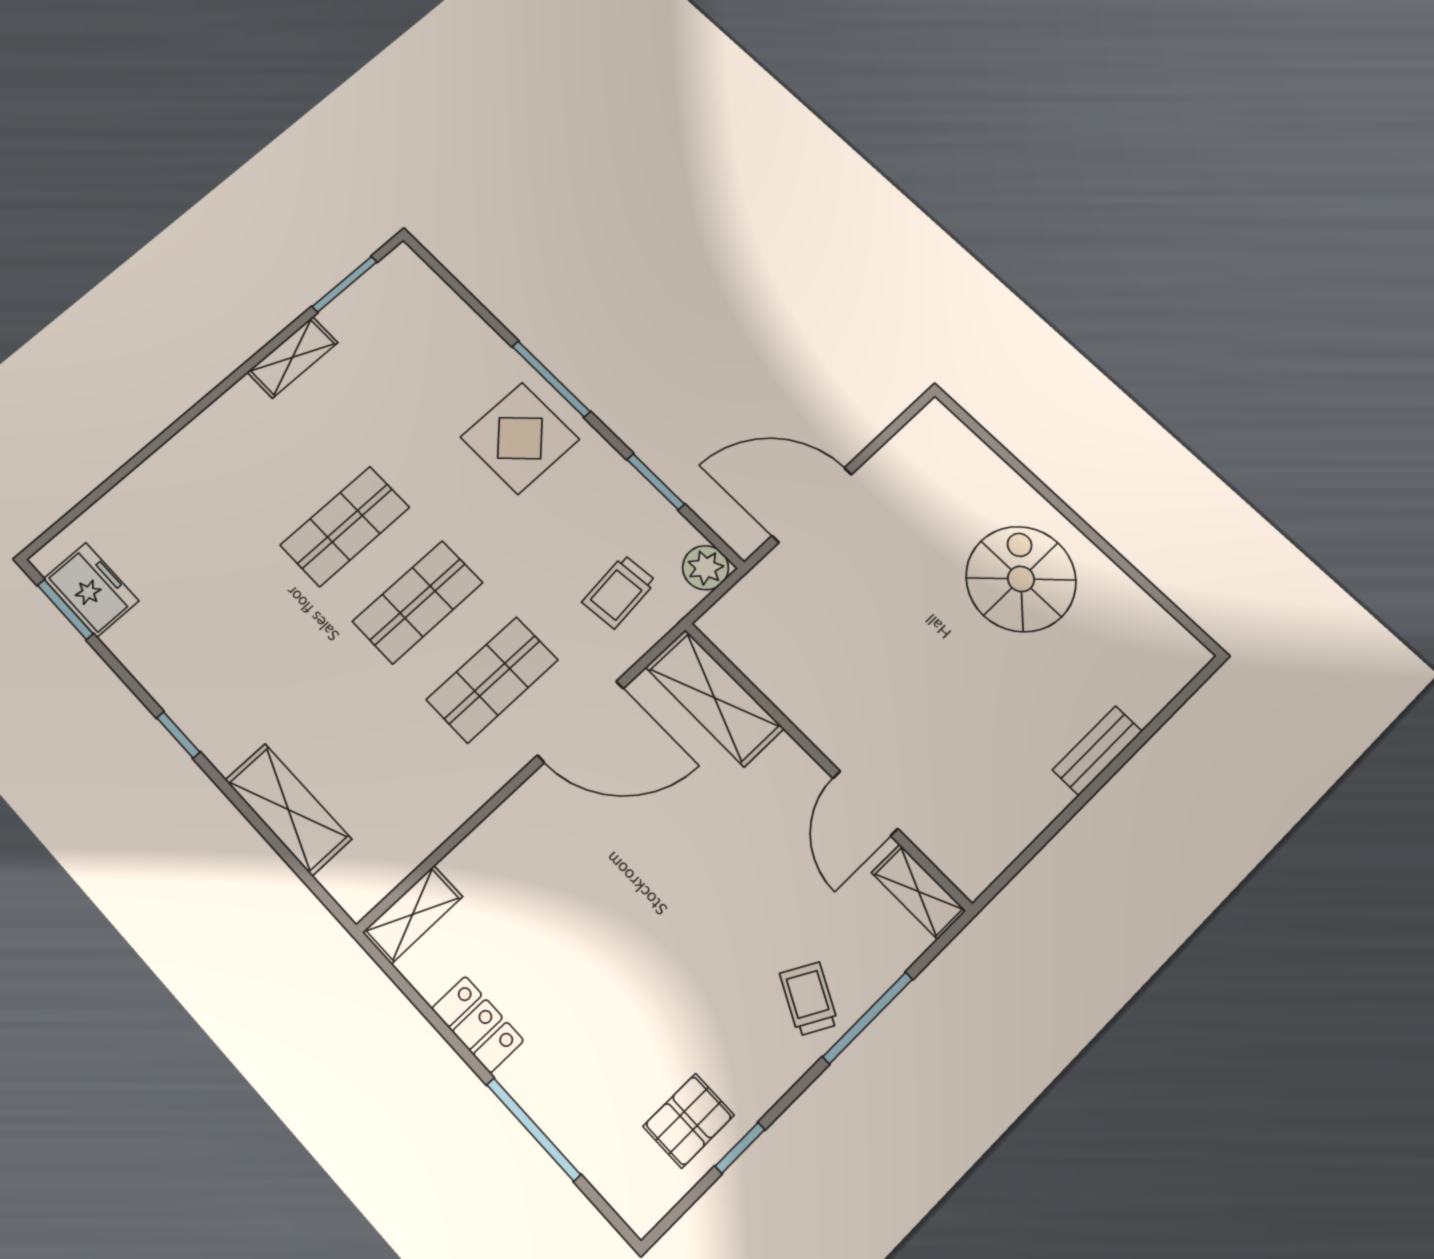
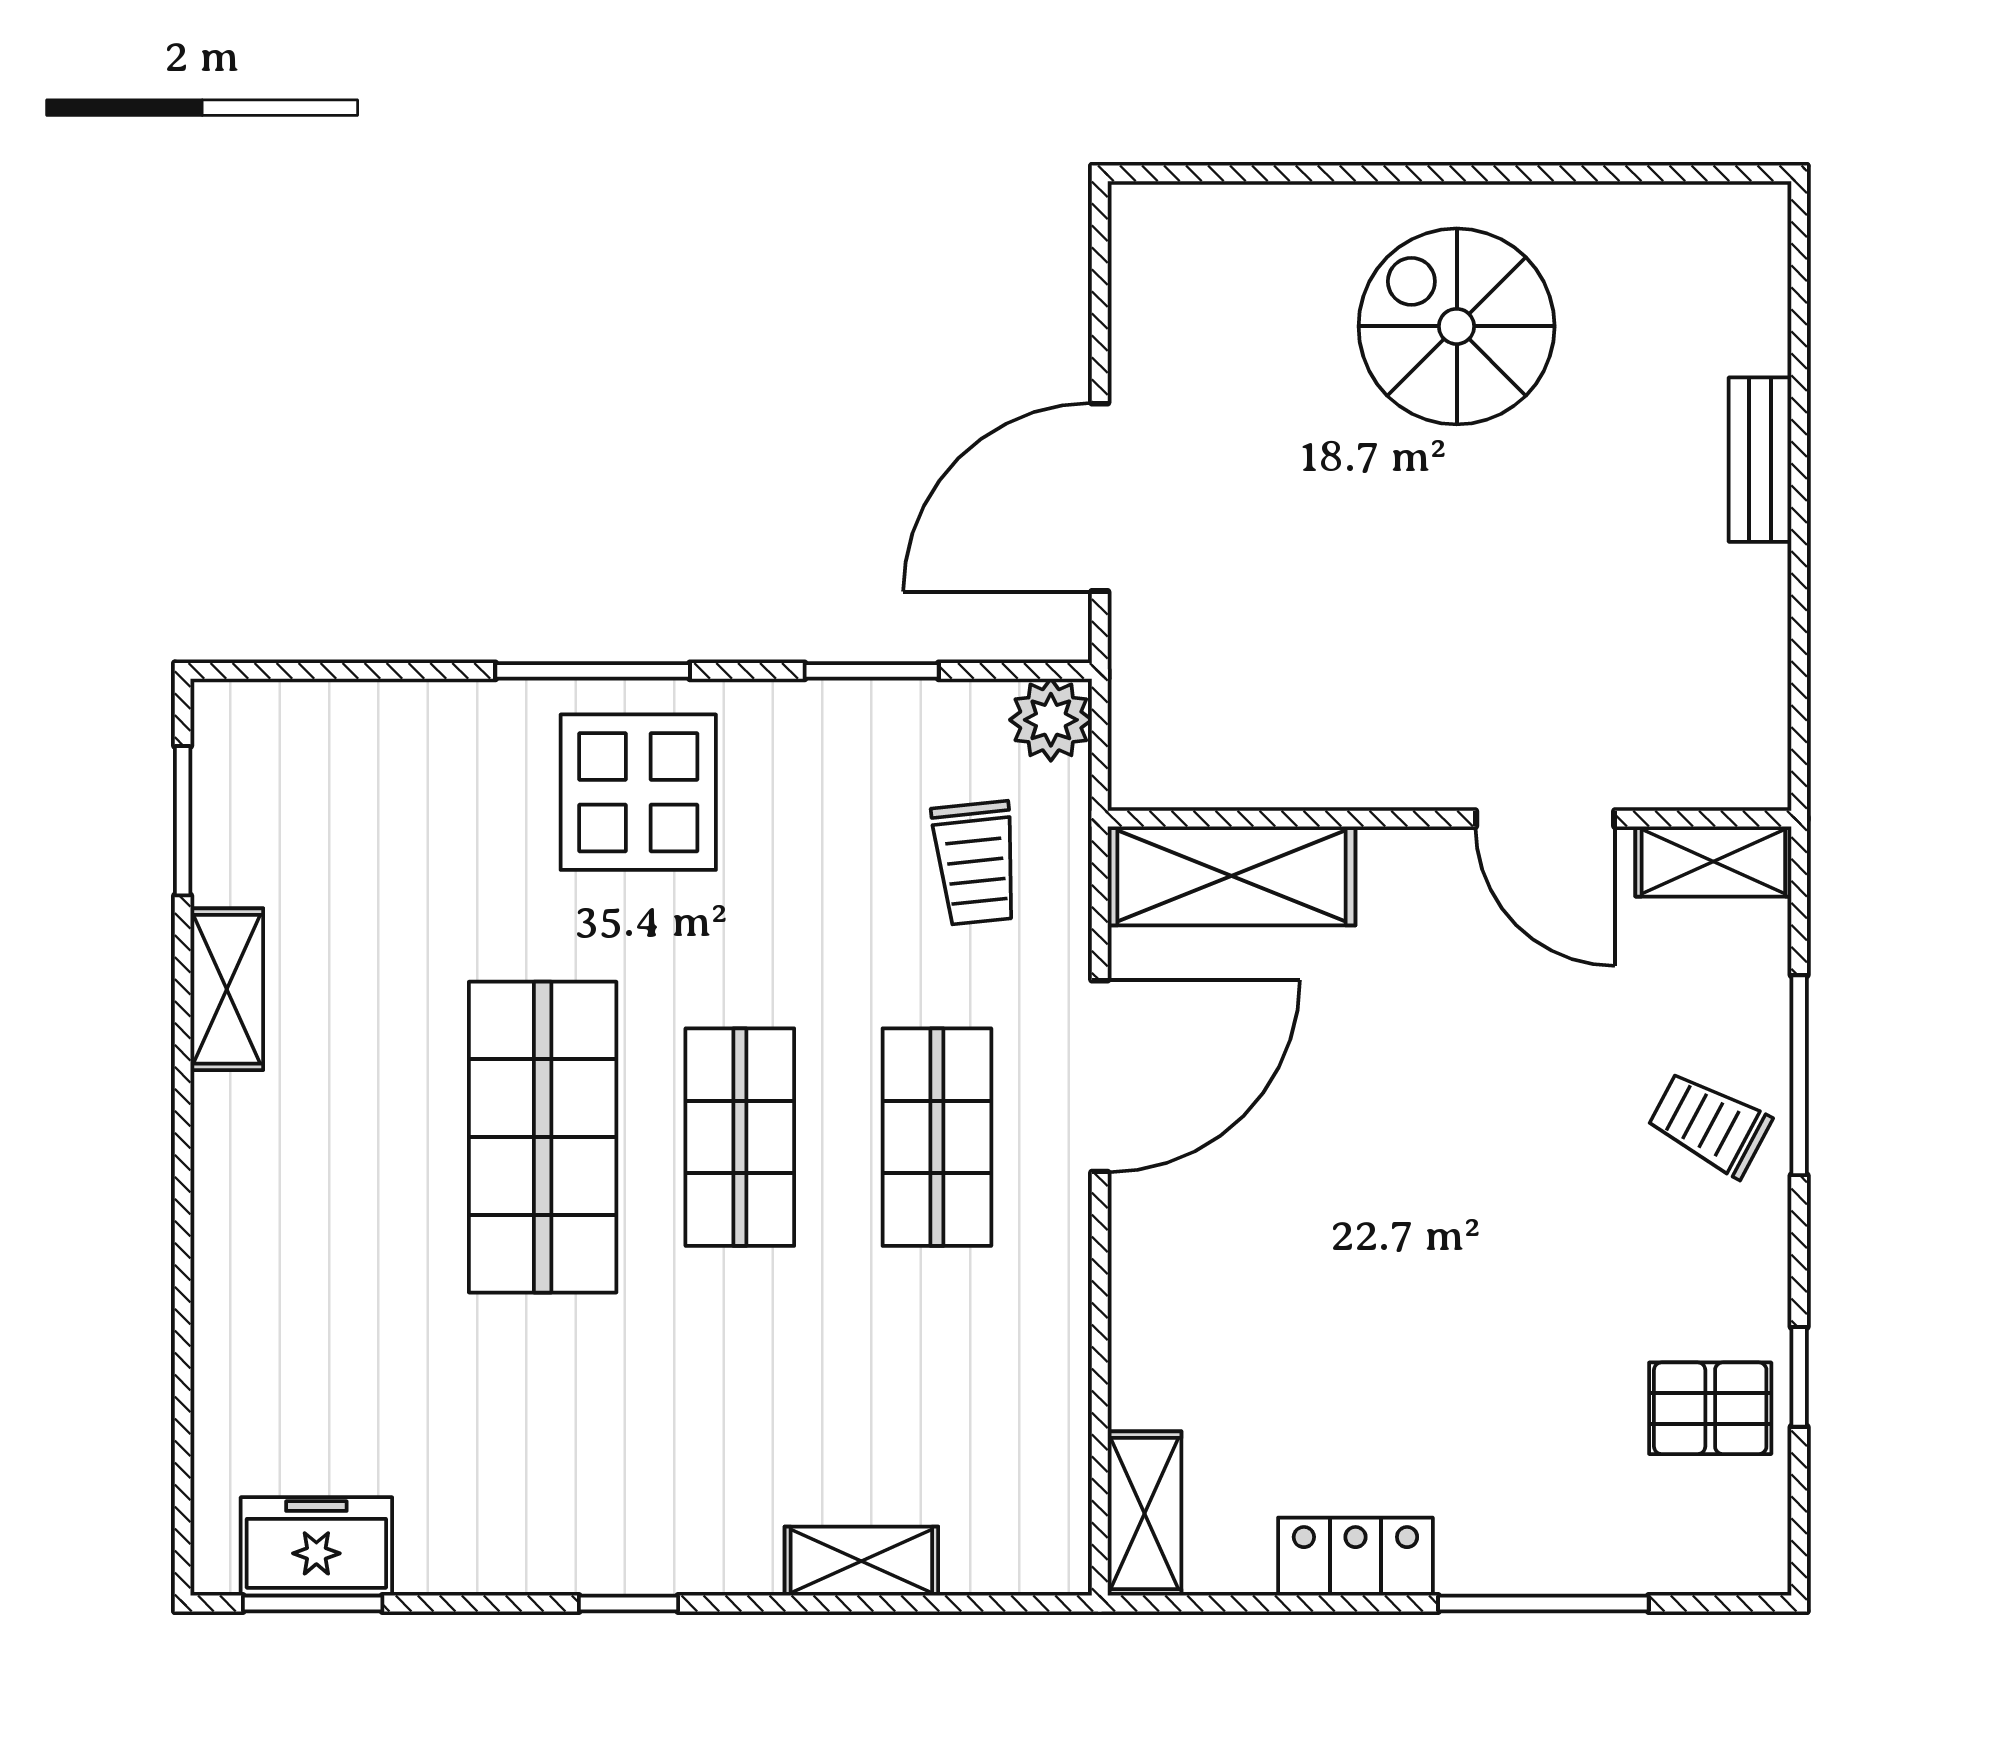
shop shelf: (345, 526) -> (543, 1137), width x1.43, depth x1.36
shelving: (288, 809) -> (861, 1561), width x0.67, depth x0.75
pallet: (689, 1121) -> (1710, 1408), turned 90

